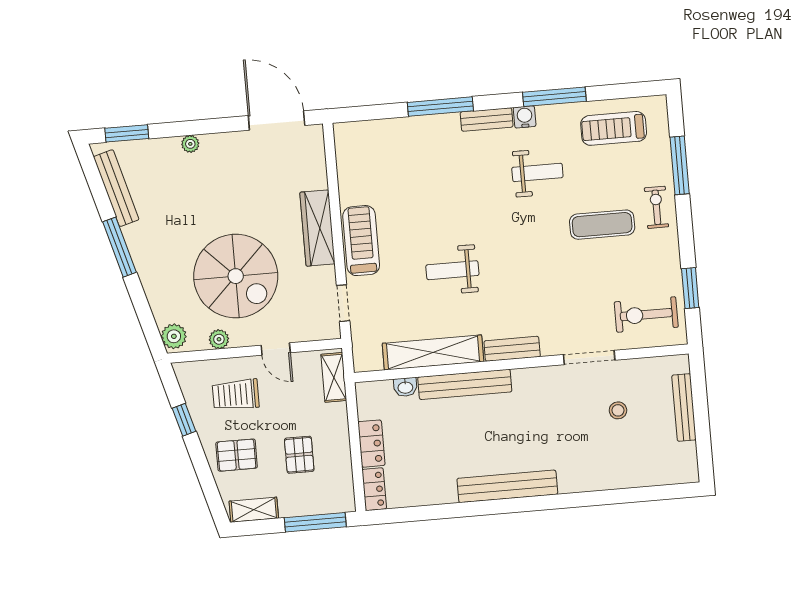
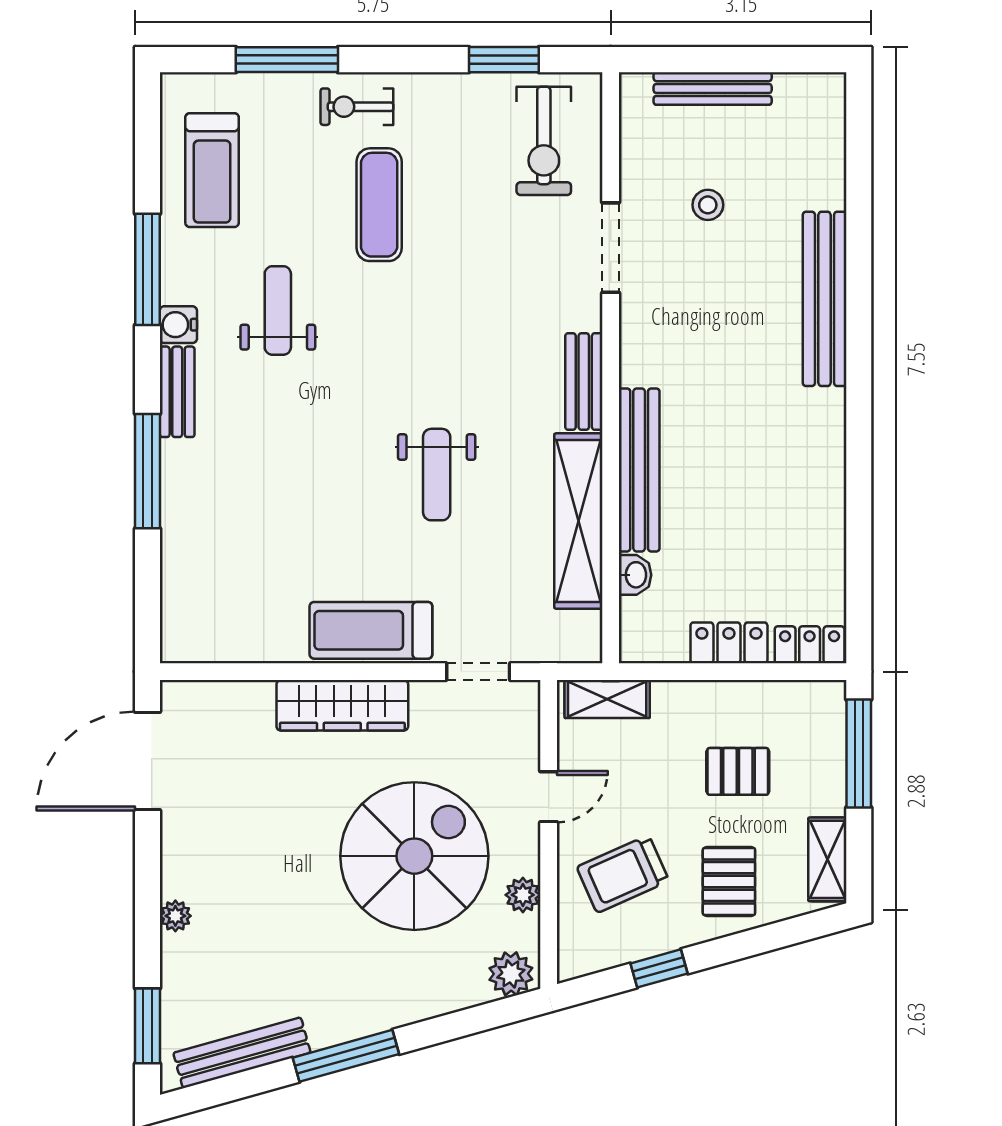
trolley: (236, 395) -> (623, 874), turned 66
bench: (507, 486) -> (825, 299), moved

